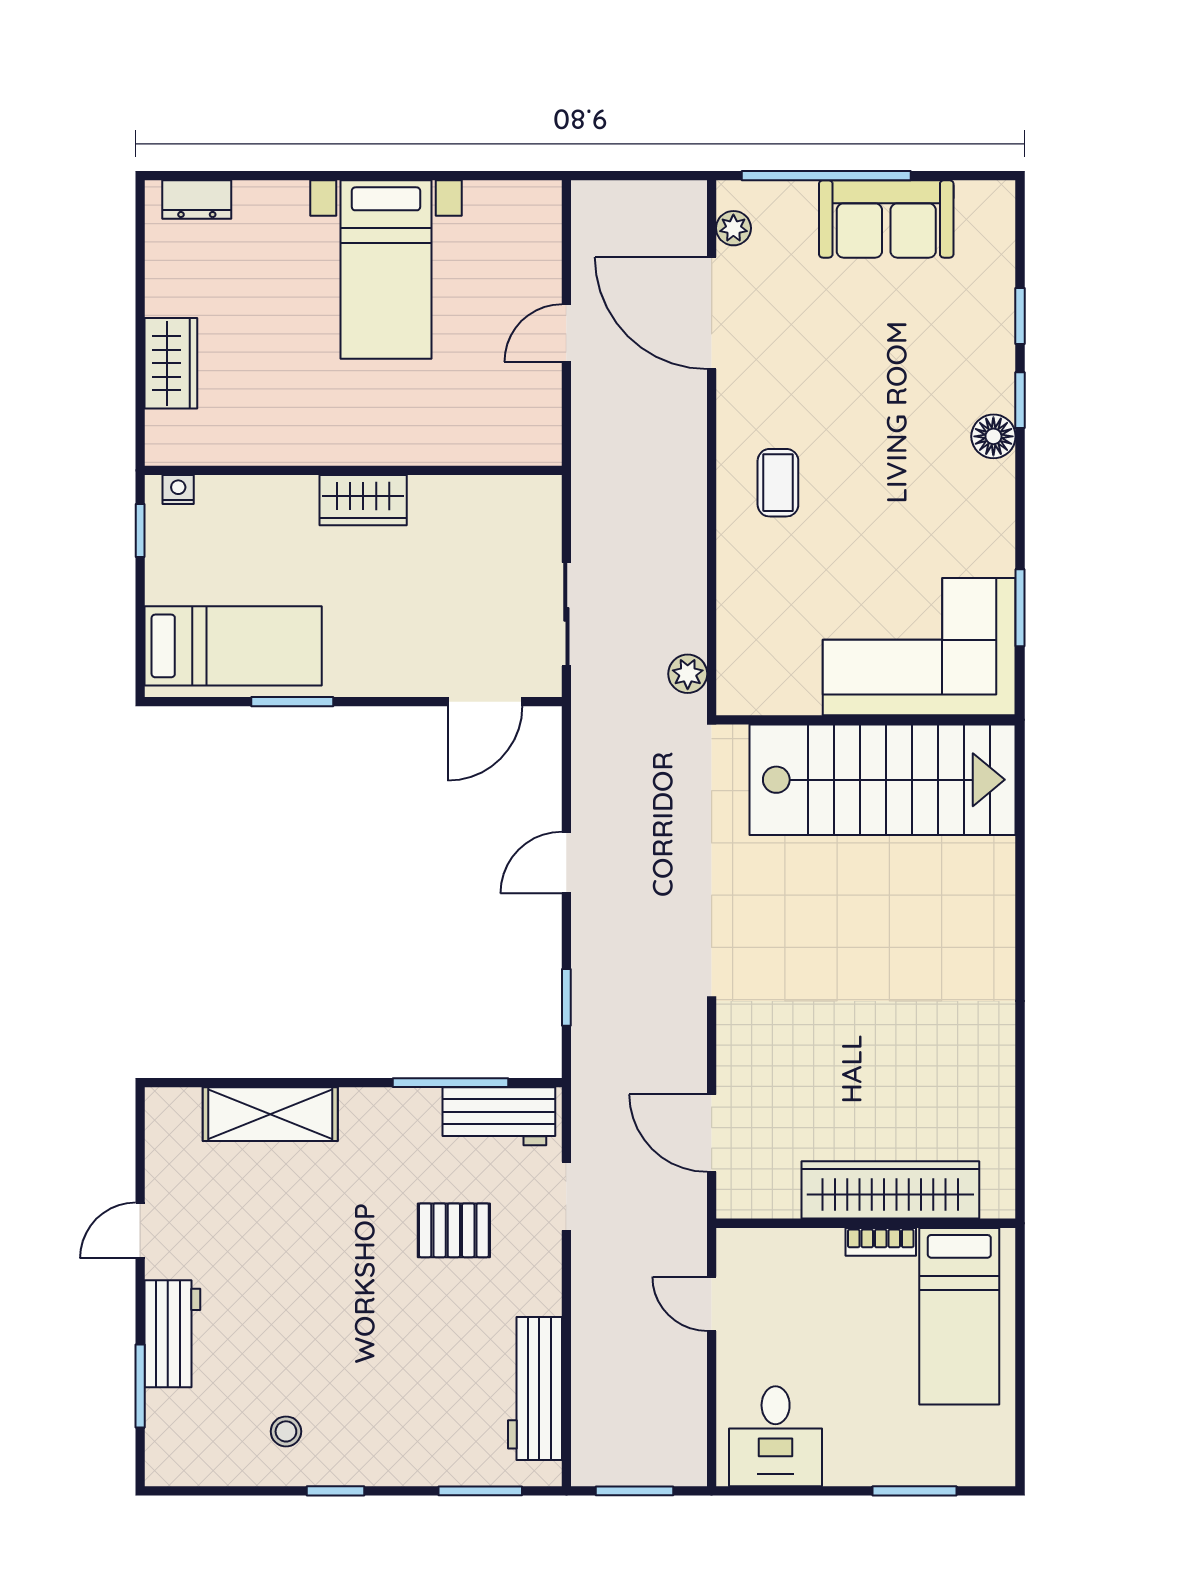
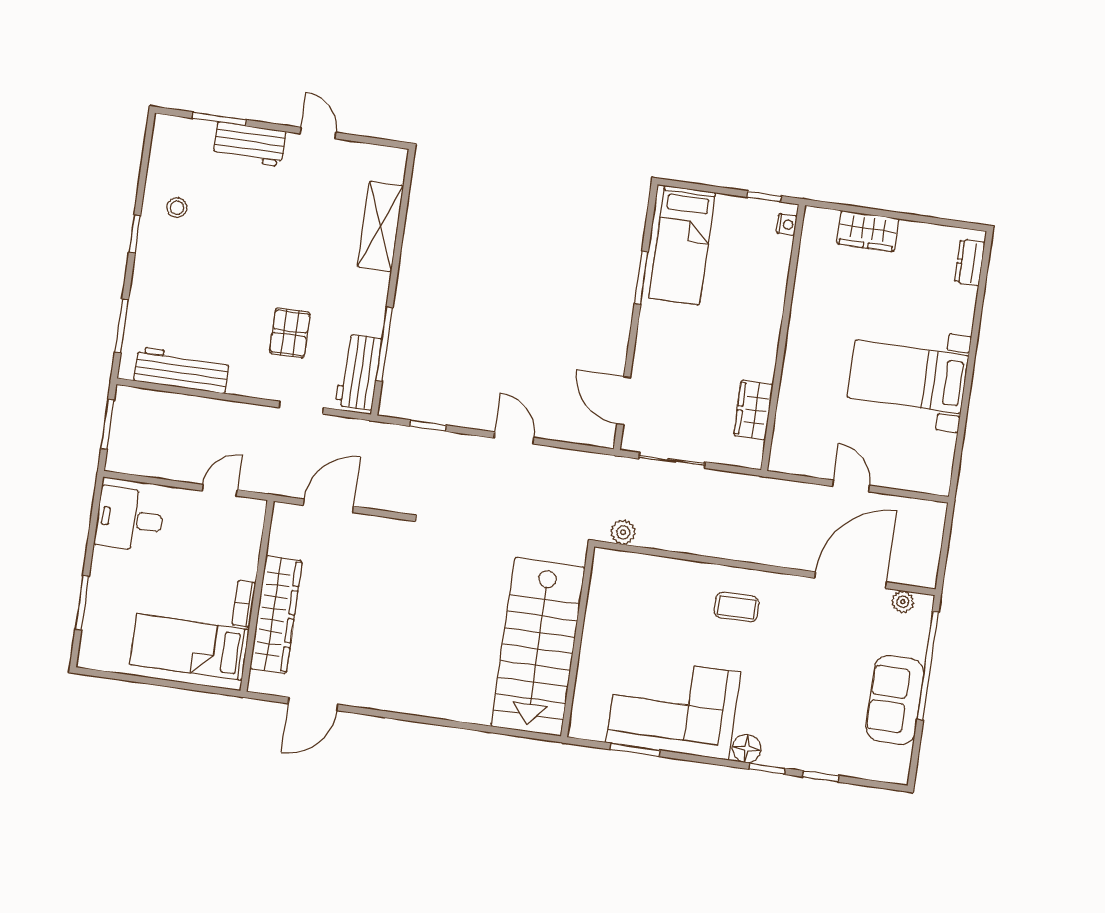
wardrobe: (363, 500) -> (753, 410), moved
corner sofa: (919, 647) -> (673, 708), moved, turned -90
door: (1020, 1113) -> (313, 704), added

